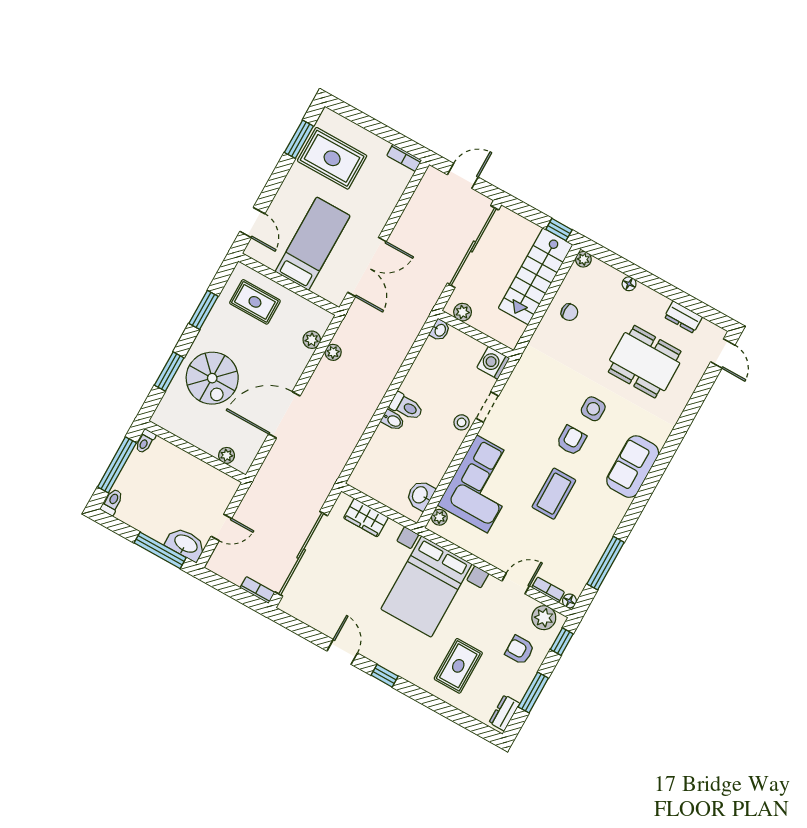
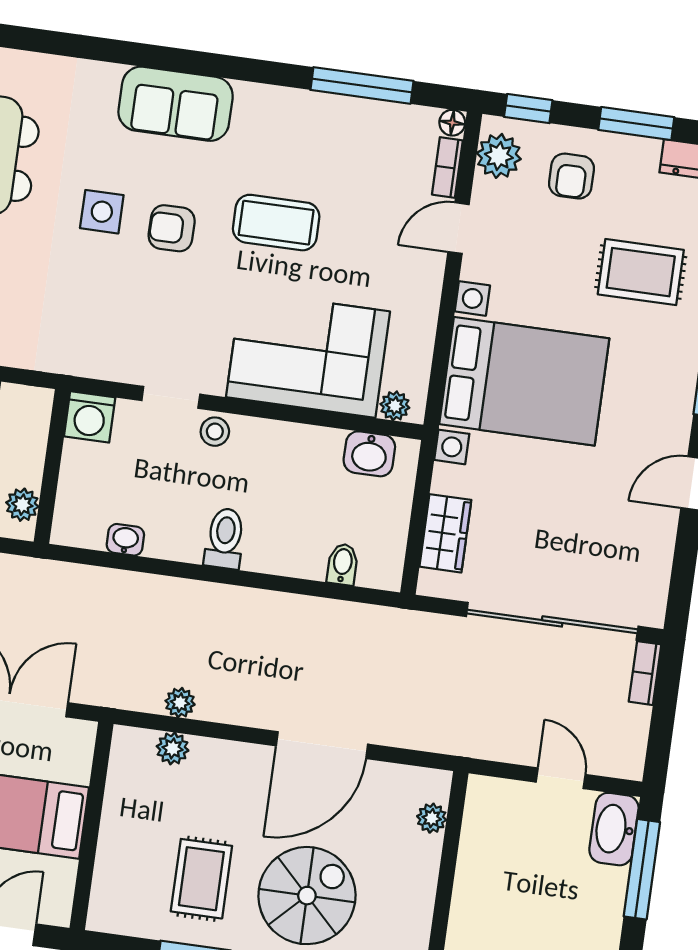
rug: (255, 302) -> (201, 879), moved
washbasin: (440, 330) -> (125, 540), moved
door: (284, 415) -> (322, 745), hinge flipped
bidet: (393, 420) -> (343, 564), moved
door: (516, 584) -> (458, 228), hinge flipped

